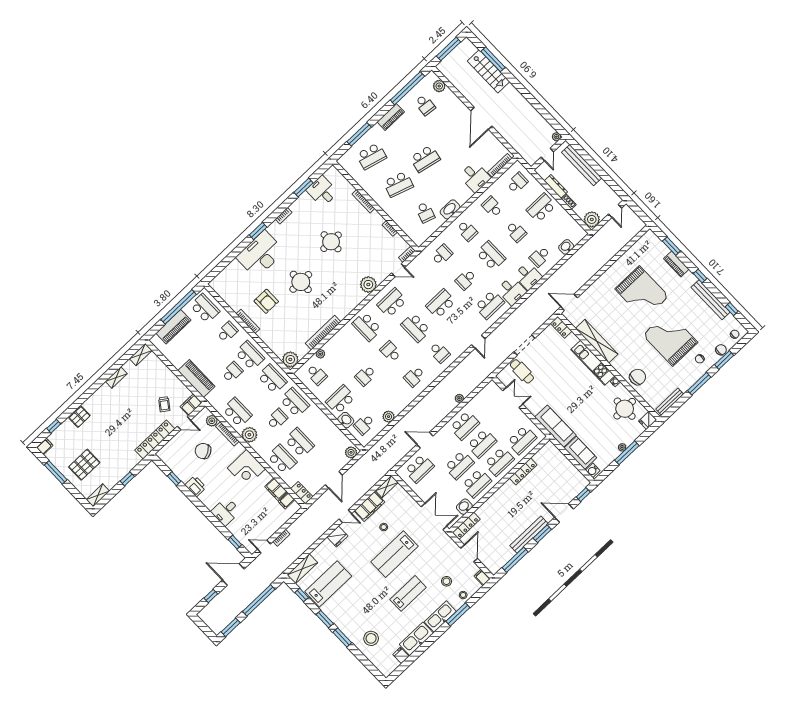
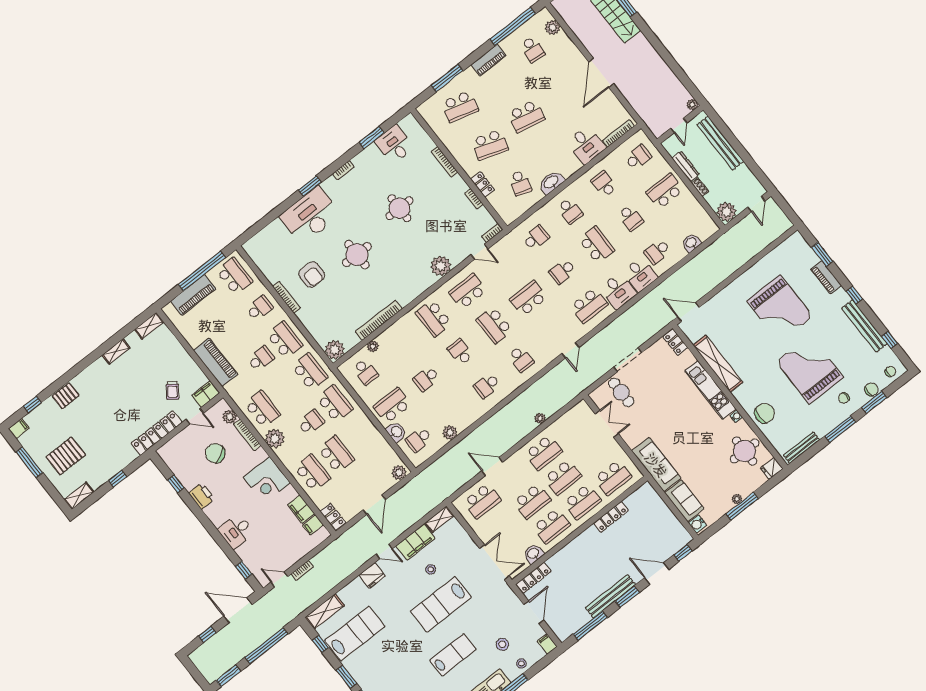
locker: (395, 216) -> (482, 184), added

